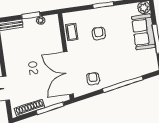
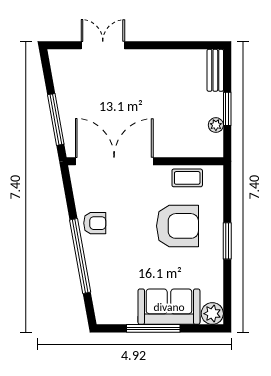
armchair: (99, 34) -> (177, 226), width x1.88, depth x1.88
armchair: (93, 79) -> (95, 223), moved
shoe rack: (30, 108) -> (61, 83), removed

